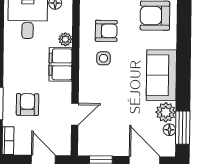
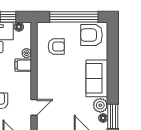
side table: (103, 58) -> (54, 67), removed
filing cabinet: (60, 64) -> (23, 65), width x0.50

